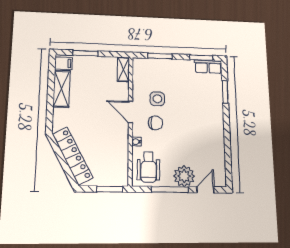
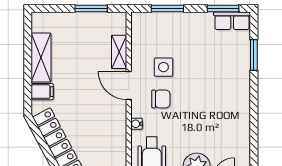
window: (85, 53) -> (91, 9), moved
filing cabinet: (63, 63) -> (42, 92), moved
shelving: (123, 69) -> (119, 52), moved

